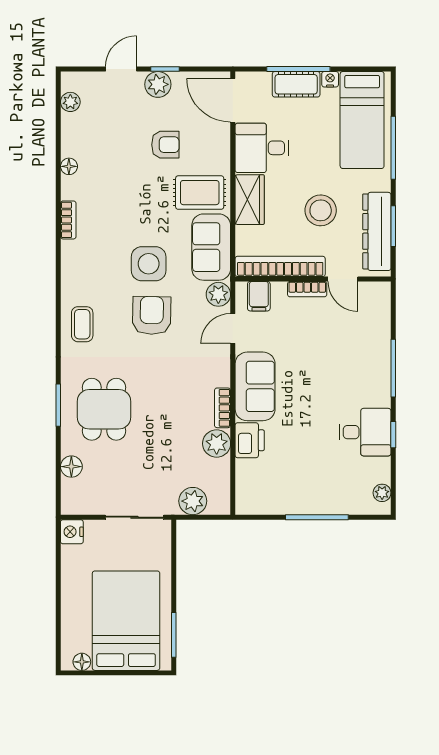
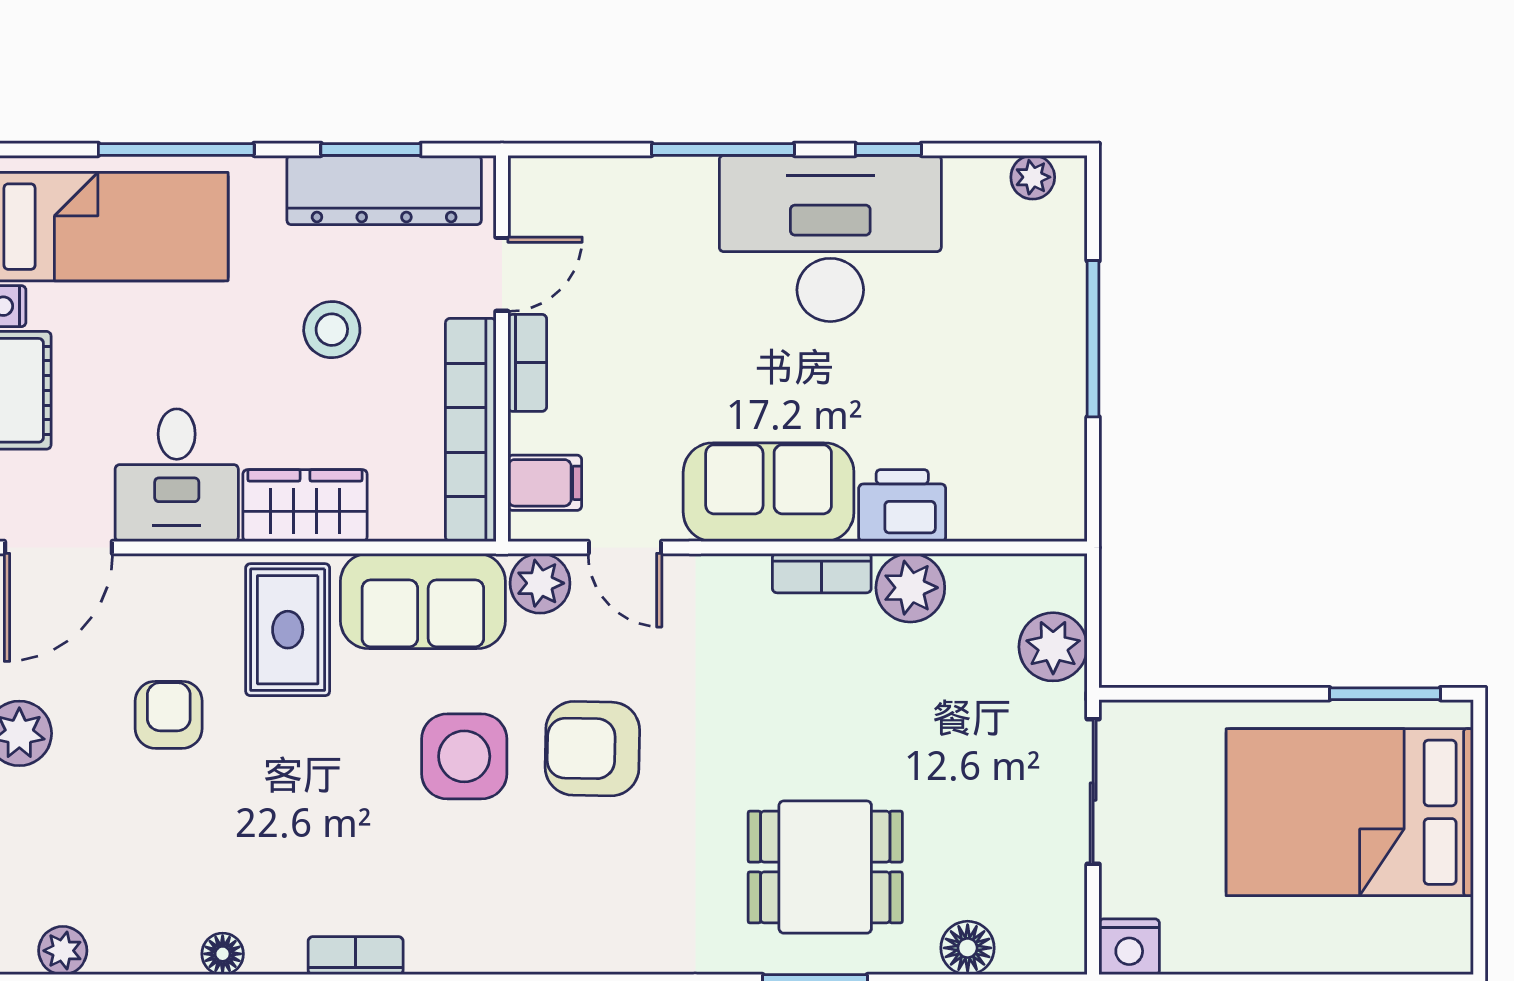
stool: (321, 210) -> (332, 330), width x0.73, depth x0.73
coffee table: (82, 324) -> (614, 921), removed
desk: (365, 432) -> (830, 238), width x1.87, depth x1.30
floor lamp: (82, 662) -> (1452, 922), removed

